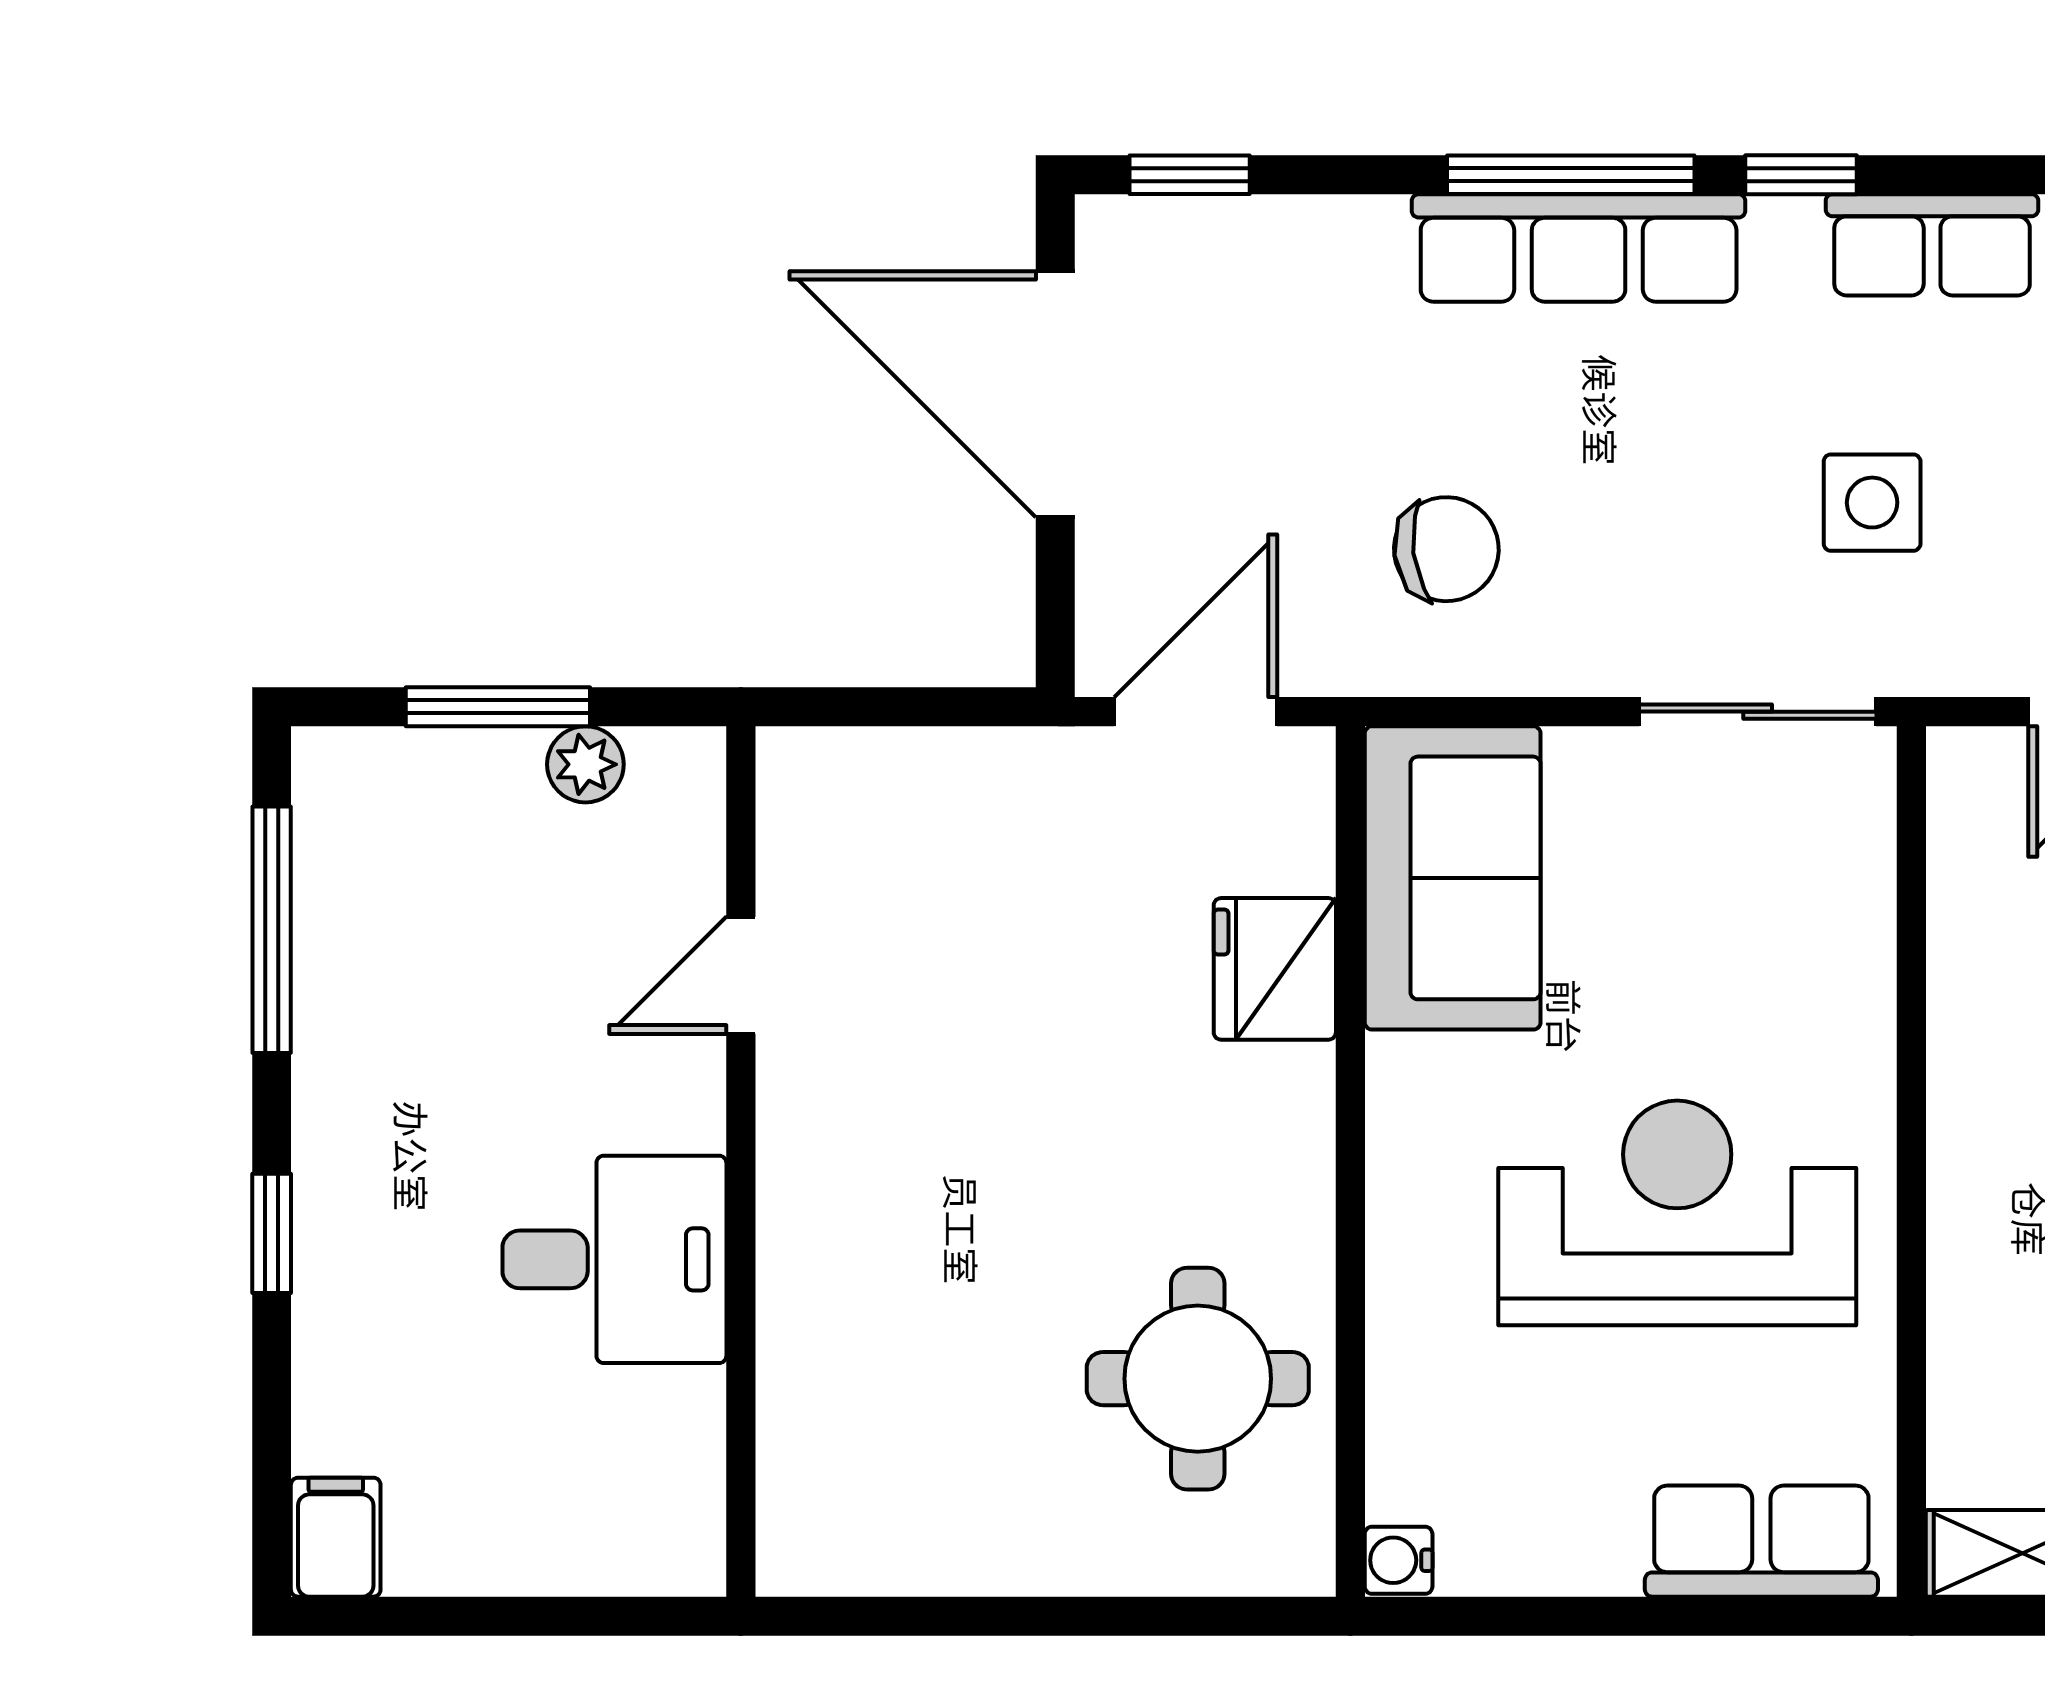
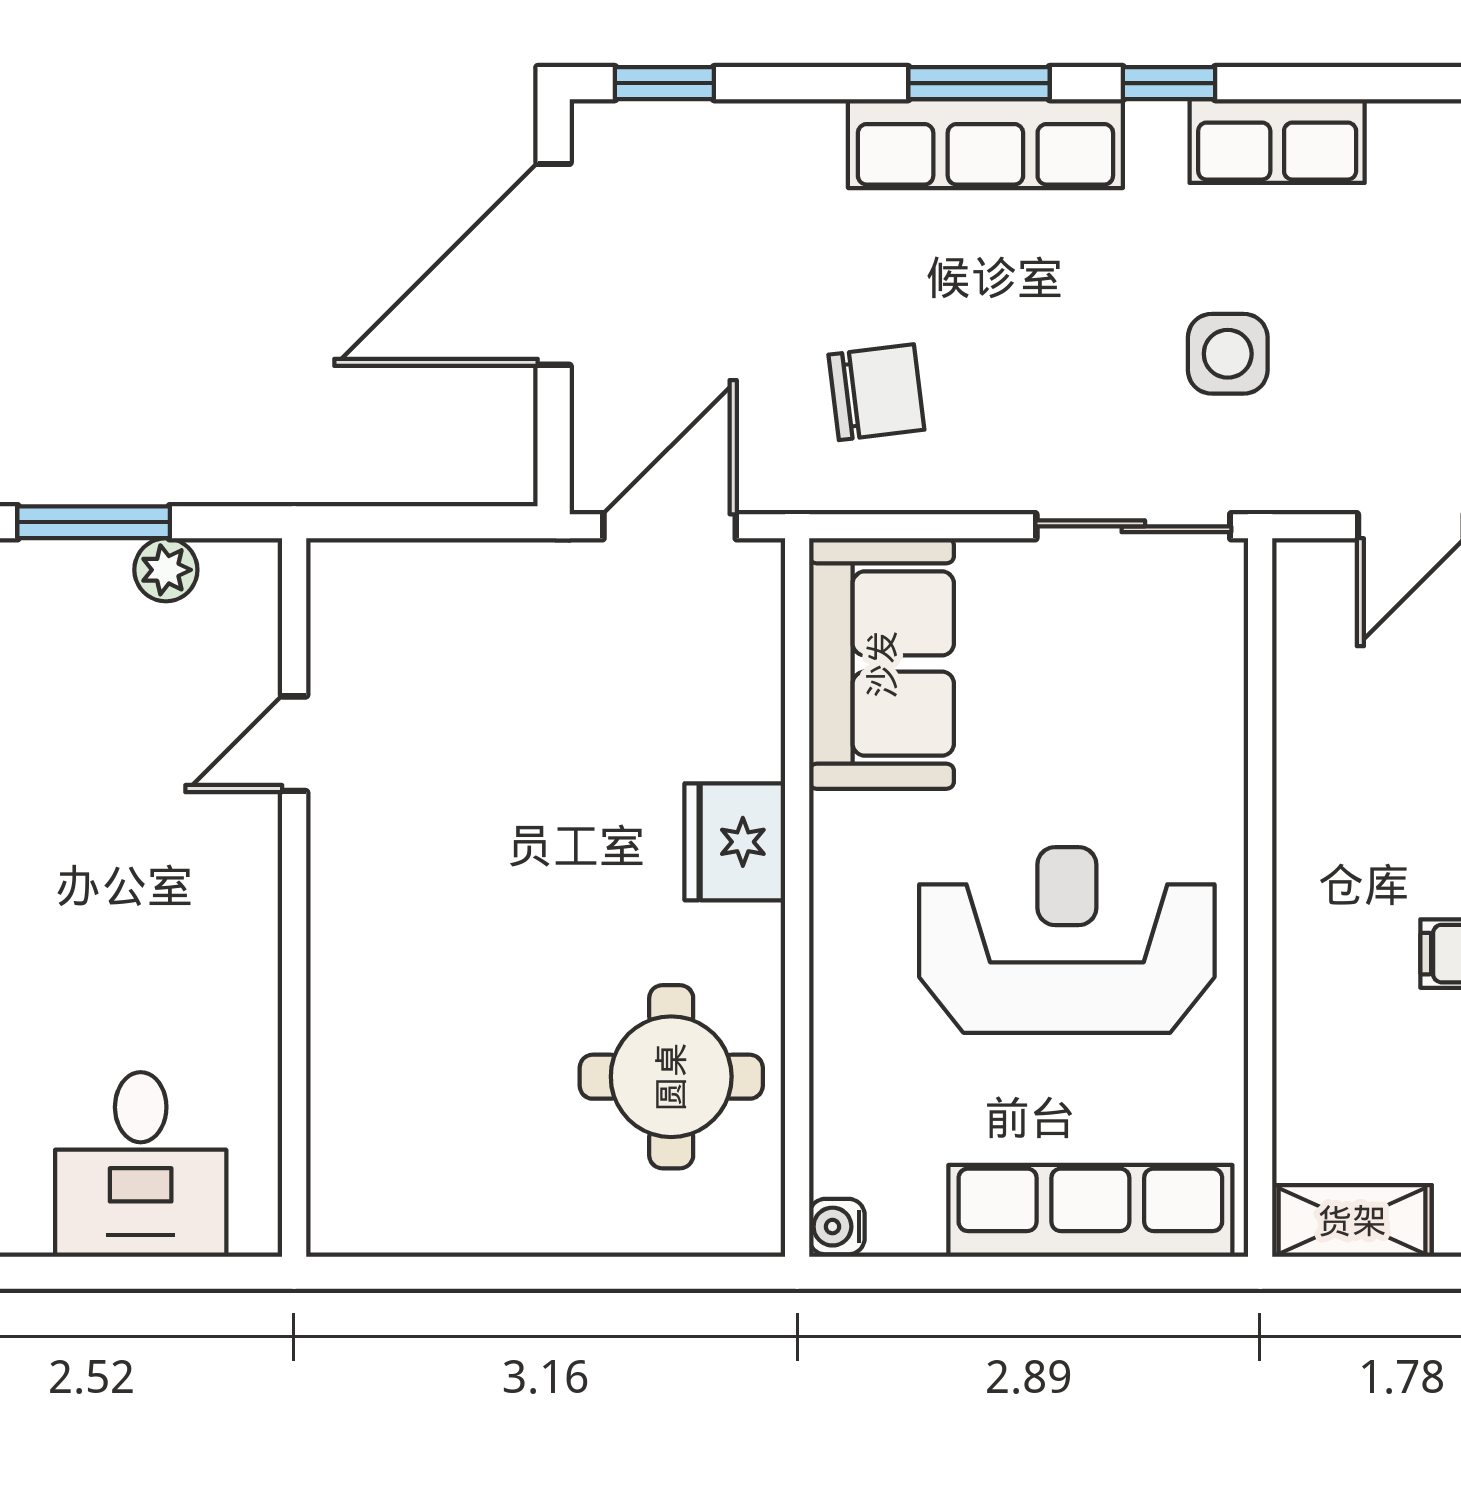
window: (1571, 175) -> (979, 83), width x0.69
door: (1055, 394) -> (554, 264), hinge flipped
fridge: (1275, 969) -> (735, 842), moved
desk: (614, 1259) -> (141, 1164), moved, turned 90
row of seats: (1761, 1541) -> (1090, 1211), width x1.48

